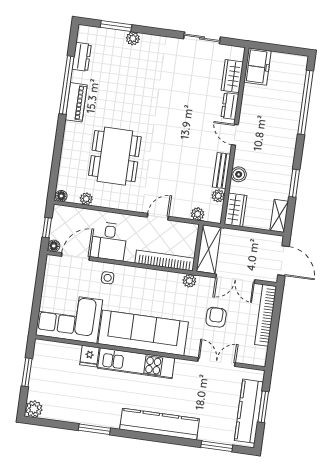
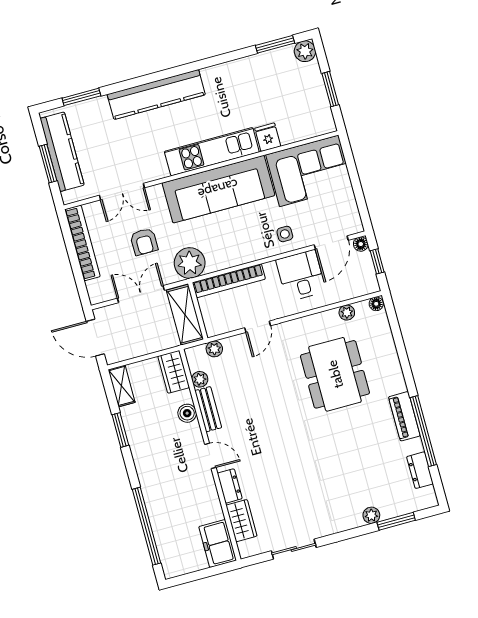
plant: (189, 281) -> (190, 263), width x1.87, depth x1.87
bookcase: (266, 315) -> (82, 243), moved
window: (94, 429) -> (275, 44), moved

